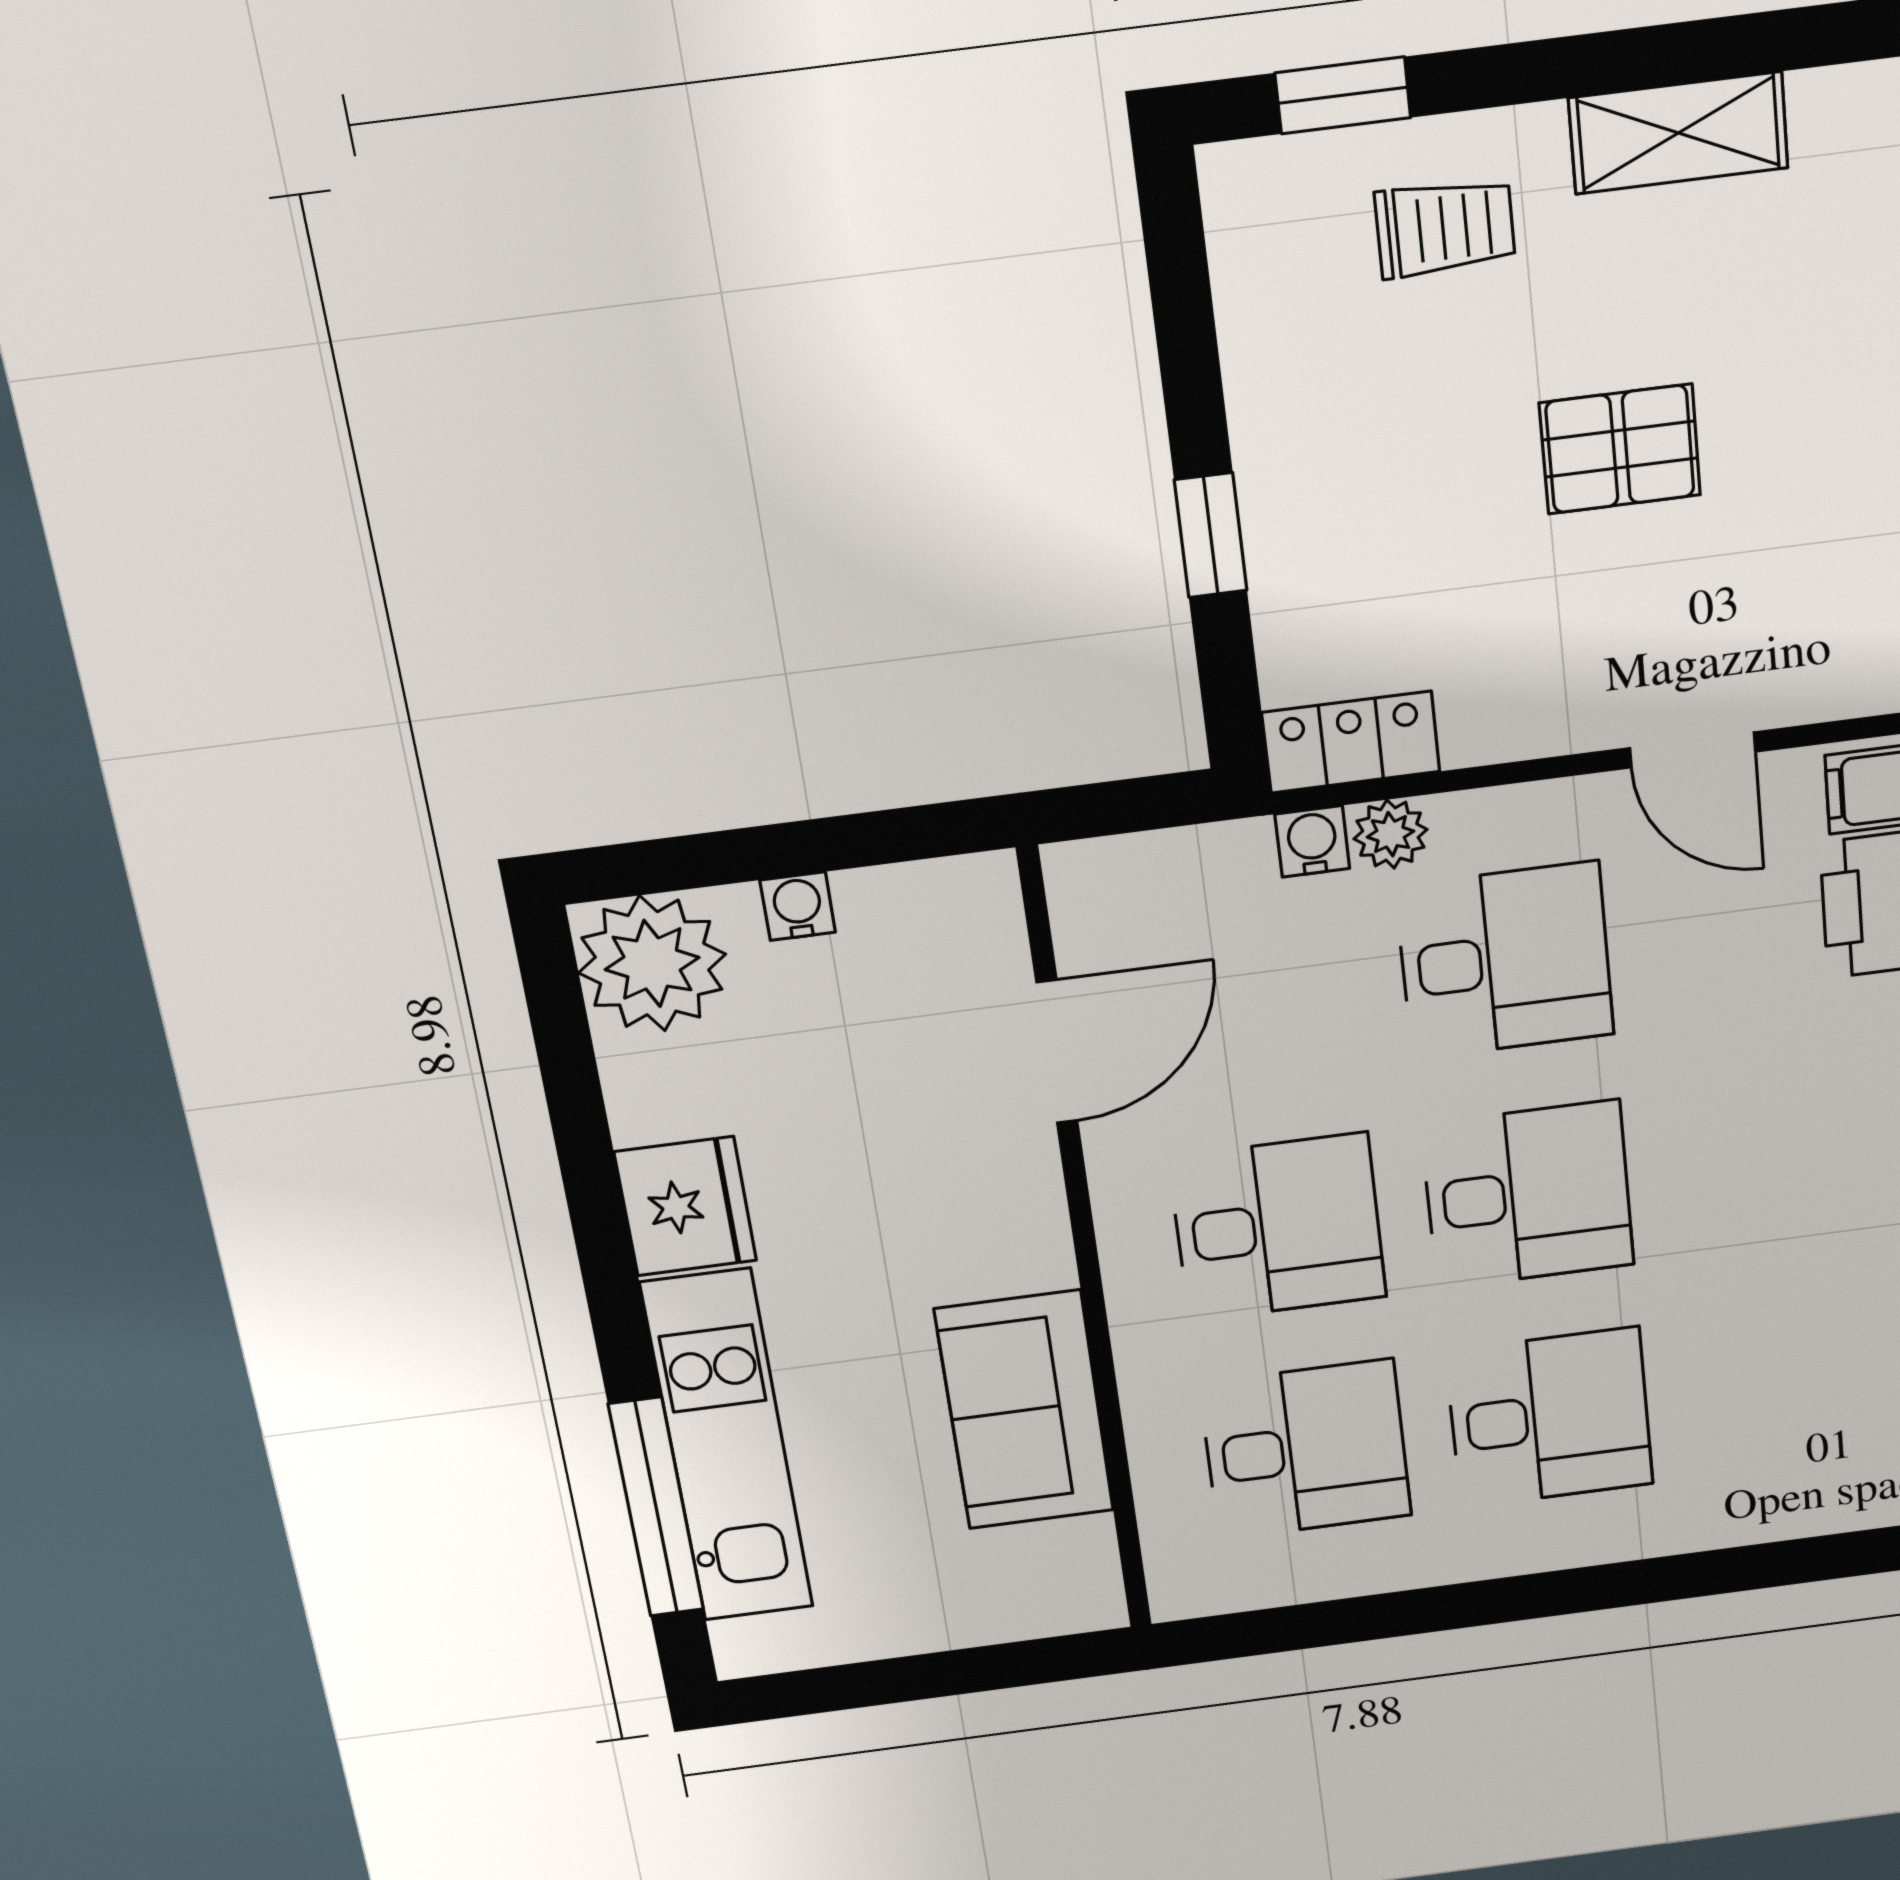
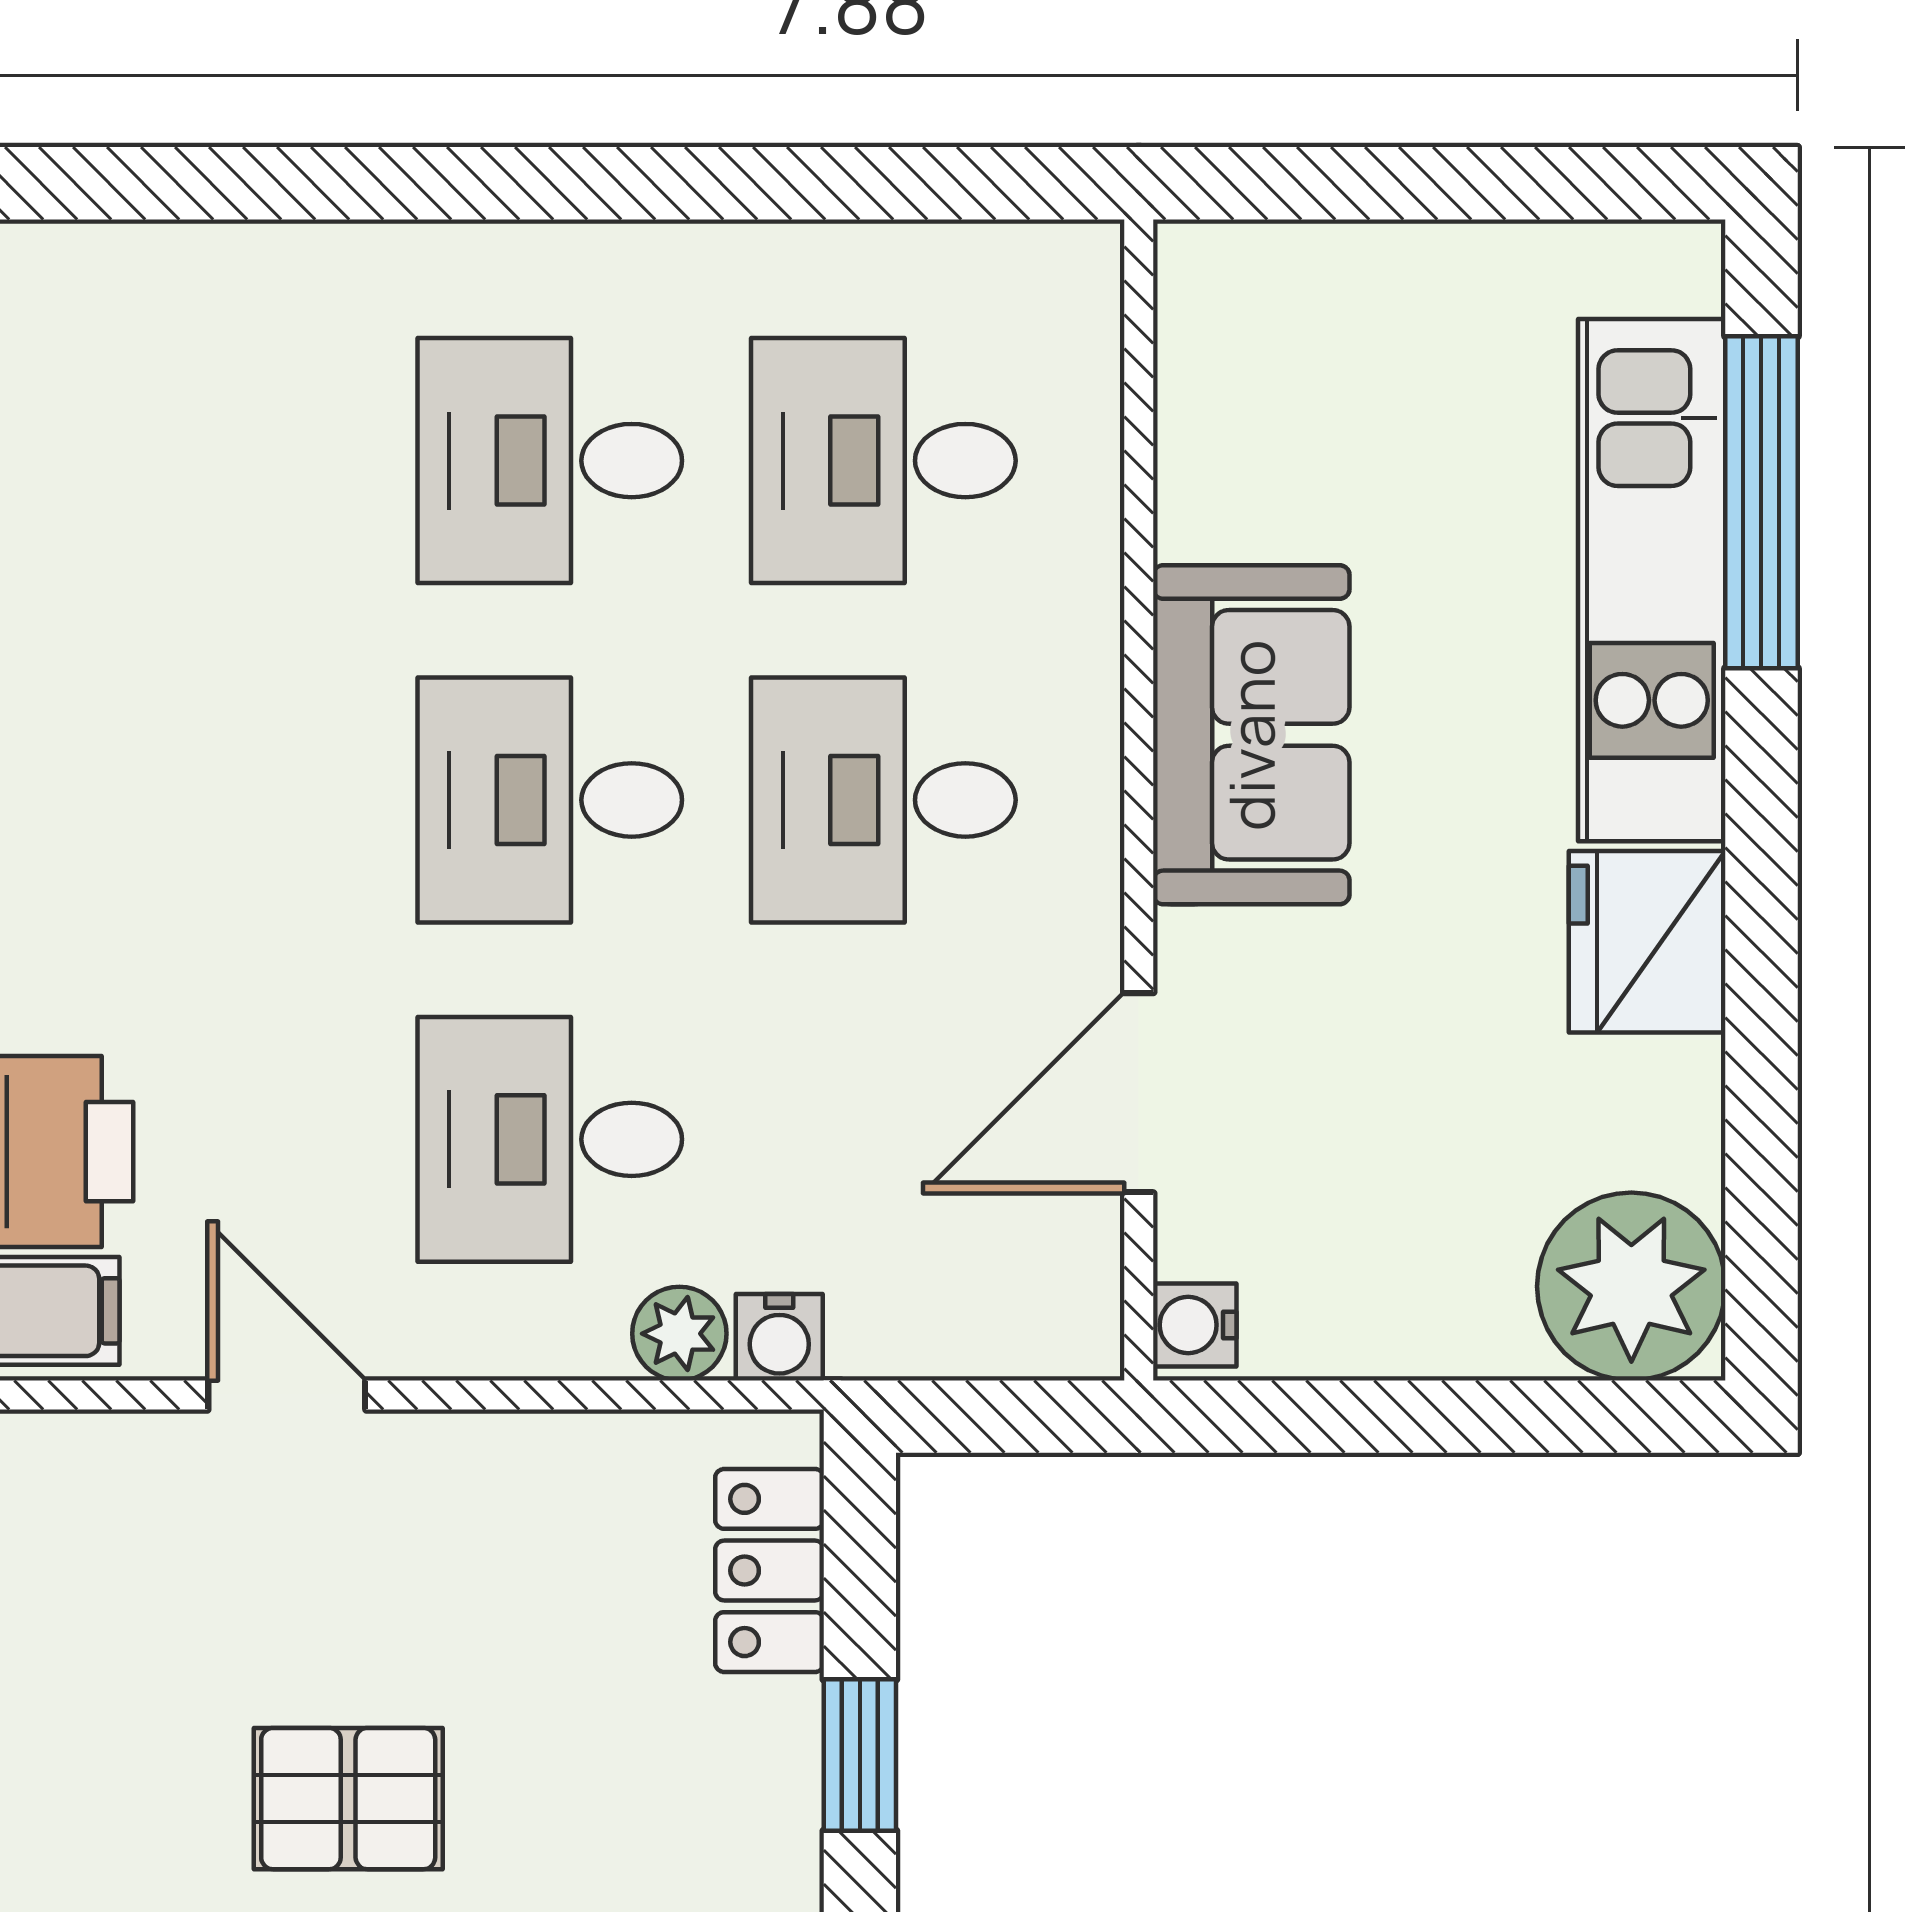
locker: (1351, 742) -> (770, 1570), moved, turned 90
water cooler: (798, 906) -> (1195, 1325), moved, turned 90
sofa: (1025, 1410) -> (1251, 735), moved

